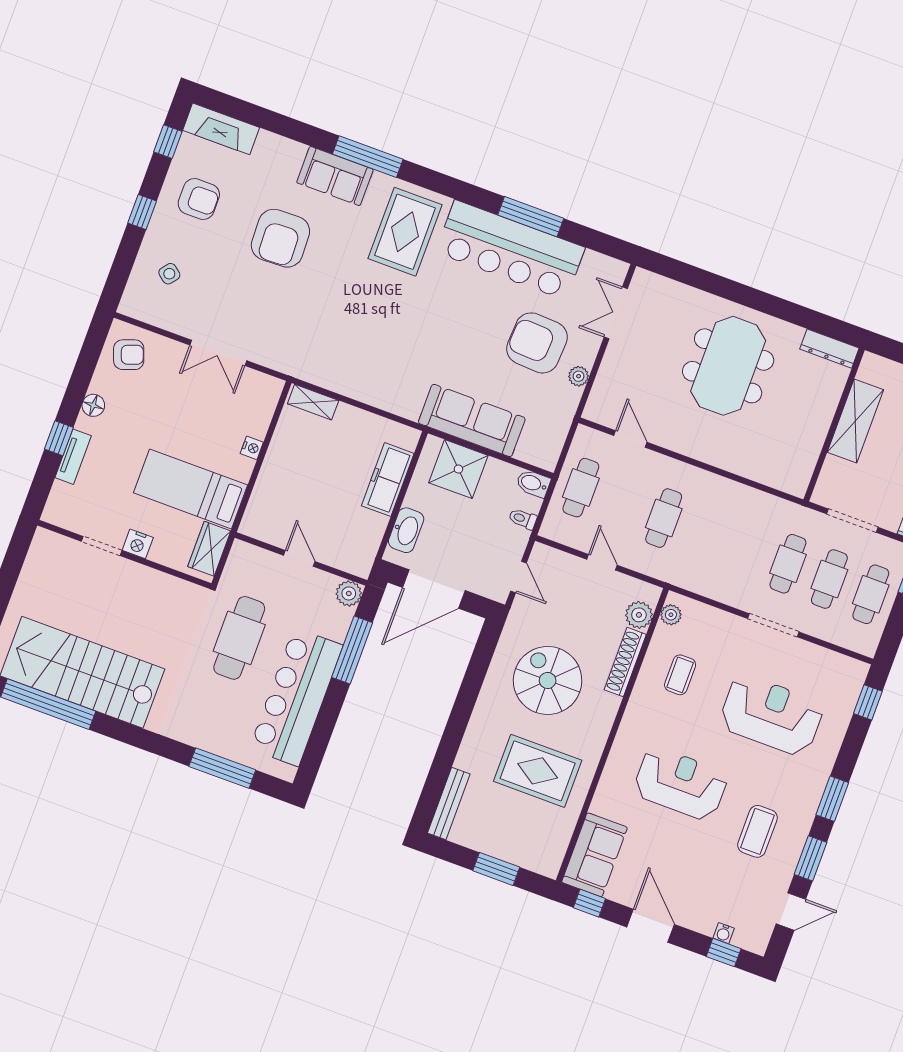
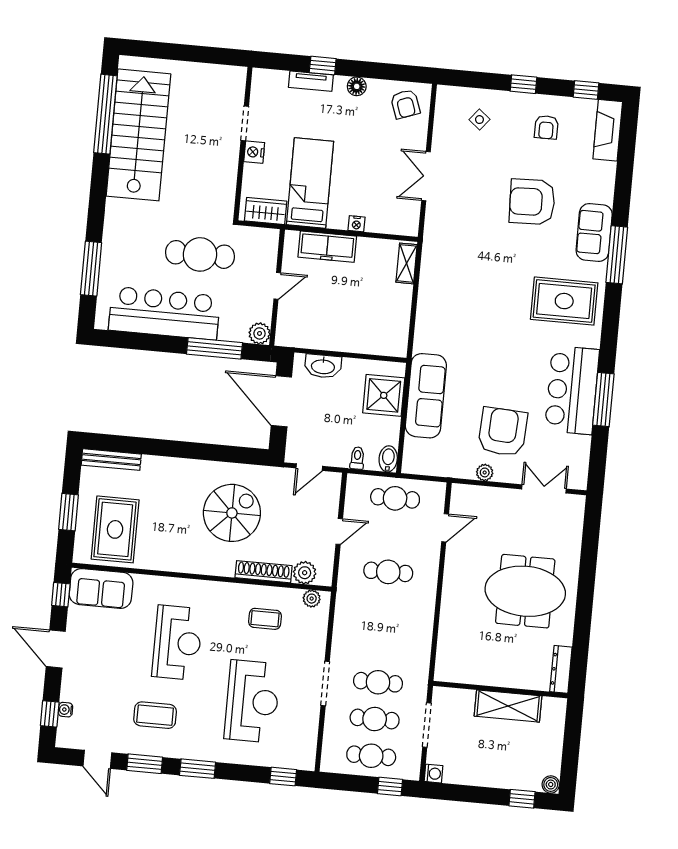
armchair: (199, 199) -> (546, 127), width x0.72, depth x0.72
bar counter: (510, 250) -> (572, 390), width x0.73
freezer: (388, 480) -> (327, 247), moved, turned 180
rug: (538, 771) -> (115, 529), moved
door: (651, 926) -> (56, 649), swing flipped

